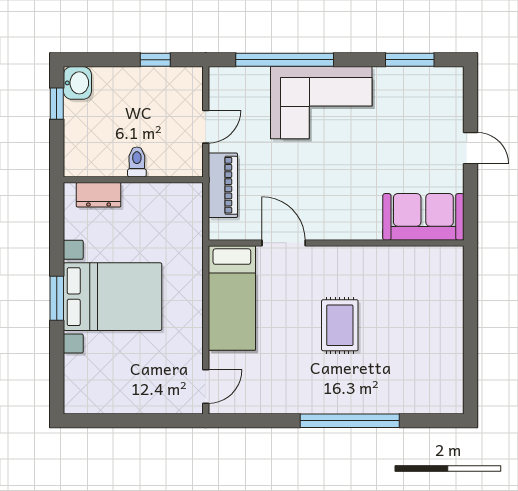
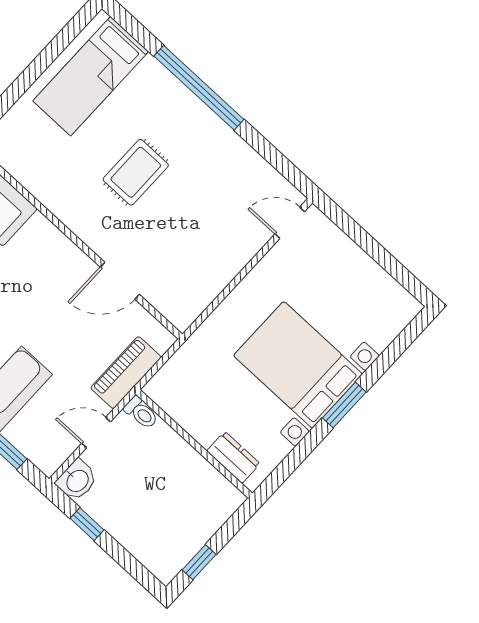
washbasin: (77, 83) -> (77, 480), moved, turned 180
toilet: (137, 162) -> (141, 413), moved, turned -90
door: (284, 243) -> (120, 281), hinge flipped
bed: (232, 298) -> (91, 76), moved, turned 180

